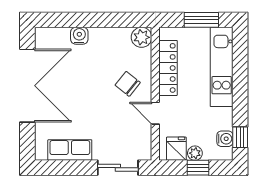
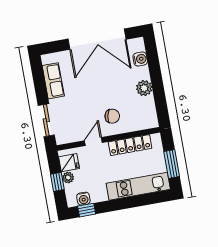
water cooler: (79, 36) -> (140, 59), moved
plant: (142, 37) -> (144, 88), moved
chair: (128, 84) -> (112, 116), turned 62

